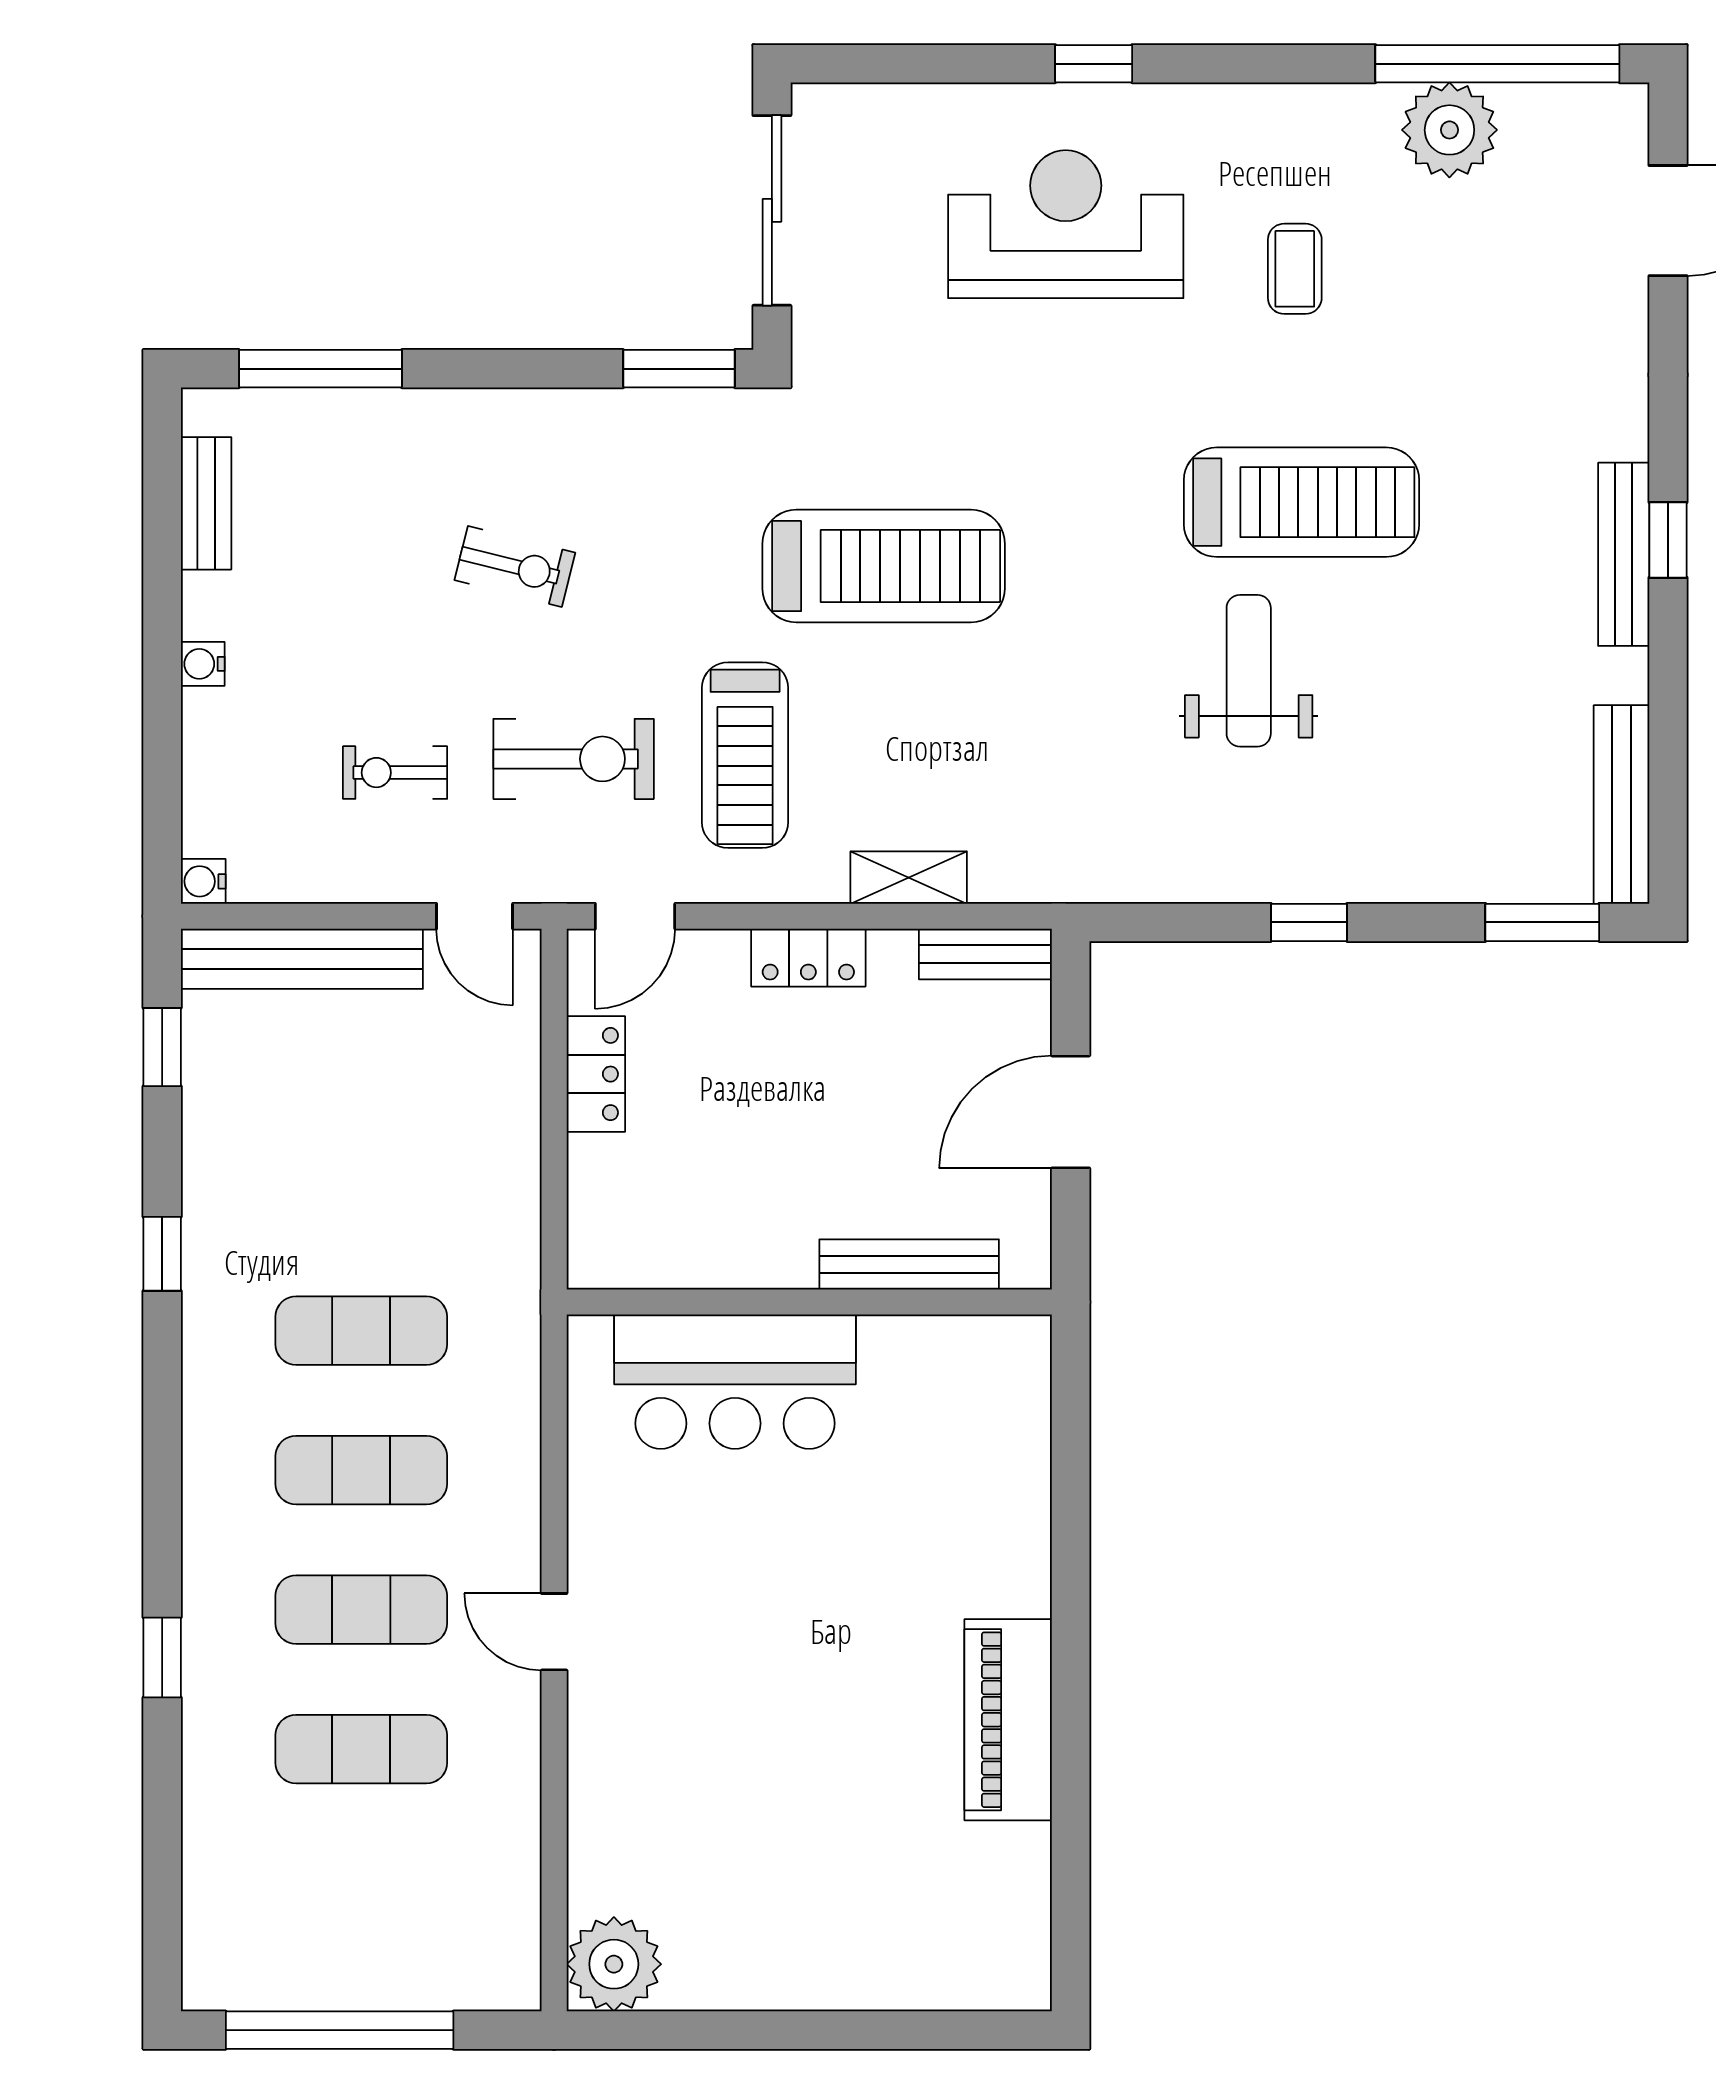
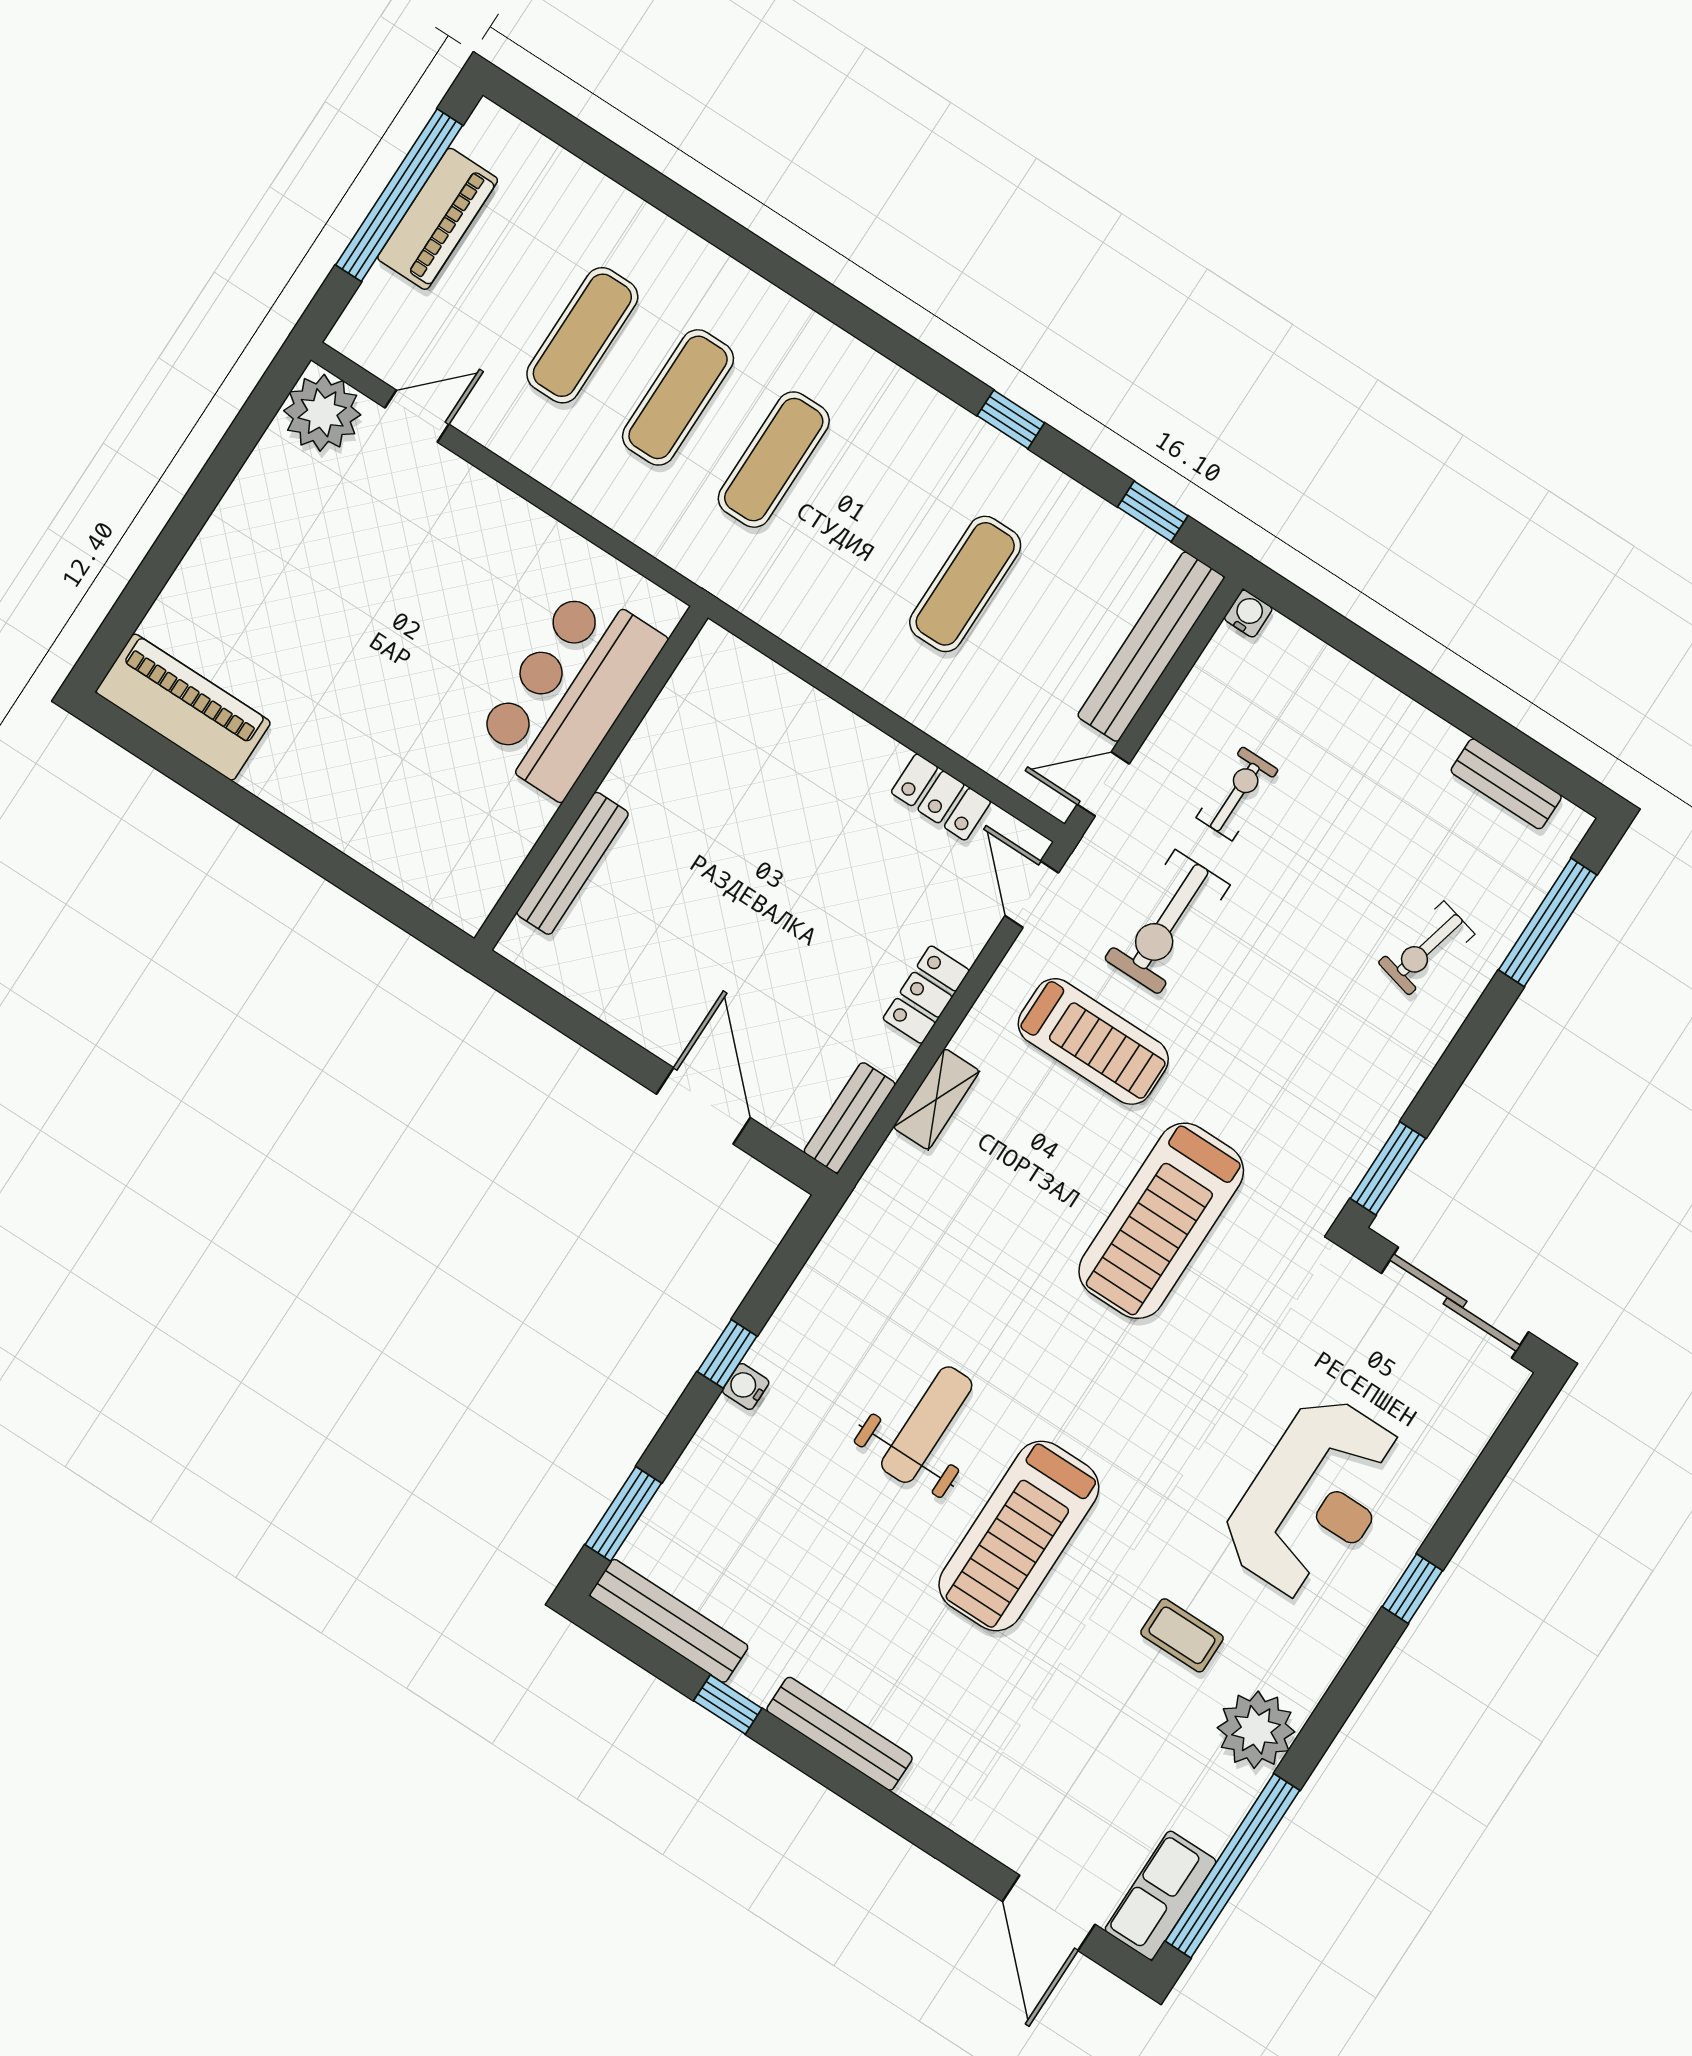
row of seats: (1576, 118) -> (1161, 1895), added
plant: (1449, 130) -> (1256, 1730), moved
window: (1668, 540) -> (728, 1704), moved
exercise bike: (515, 566) -> (1426, 948), moved
water cooler: (203, 664) -> (746, 1386), moved, turned -90
weight bench: (1249, 671) -> (927, 1425), turned -90
treadmill: (745, 755) -> (1093, 1041), turned 180
bench: (909, 1264) -> (573, 863), moved
wall: (809, 1302) -> (591, 778), moved
exercise mat: (361, 1331) -> (965, 584), moved
bar counter: (735, 1382) -> (570, 692), moved
door: (554, 1632) -> (417, 416), moved
window: (162, 1657) -> (734, 239), removed
piano: (1008, 1720) -> (183, 707), moved
piano: (338, 1975) -> (438, 219), added

